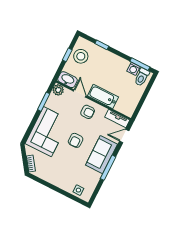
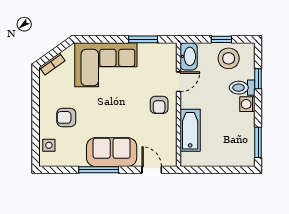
washing machine: (133, 69) -> (247, 104), moved
toilet: (142, 77) -> (242, 88), moved
plant: (58, 90) -> (169, 51), removed
bathtub: (103, 96) -> (190, 130), moved
tv unit: (117, 119) -> (170, 149), removed
armchair: (76, 140) -> (66, 117), moved

